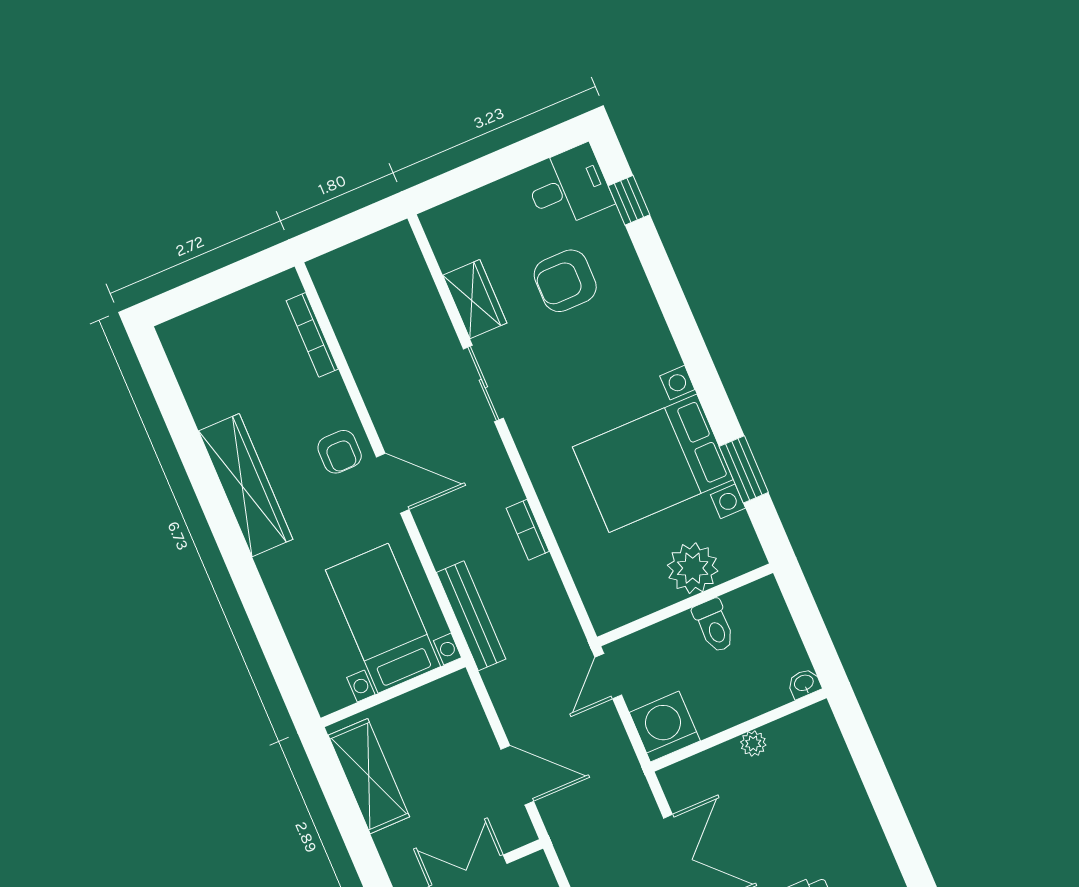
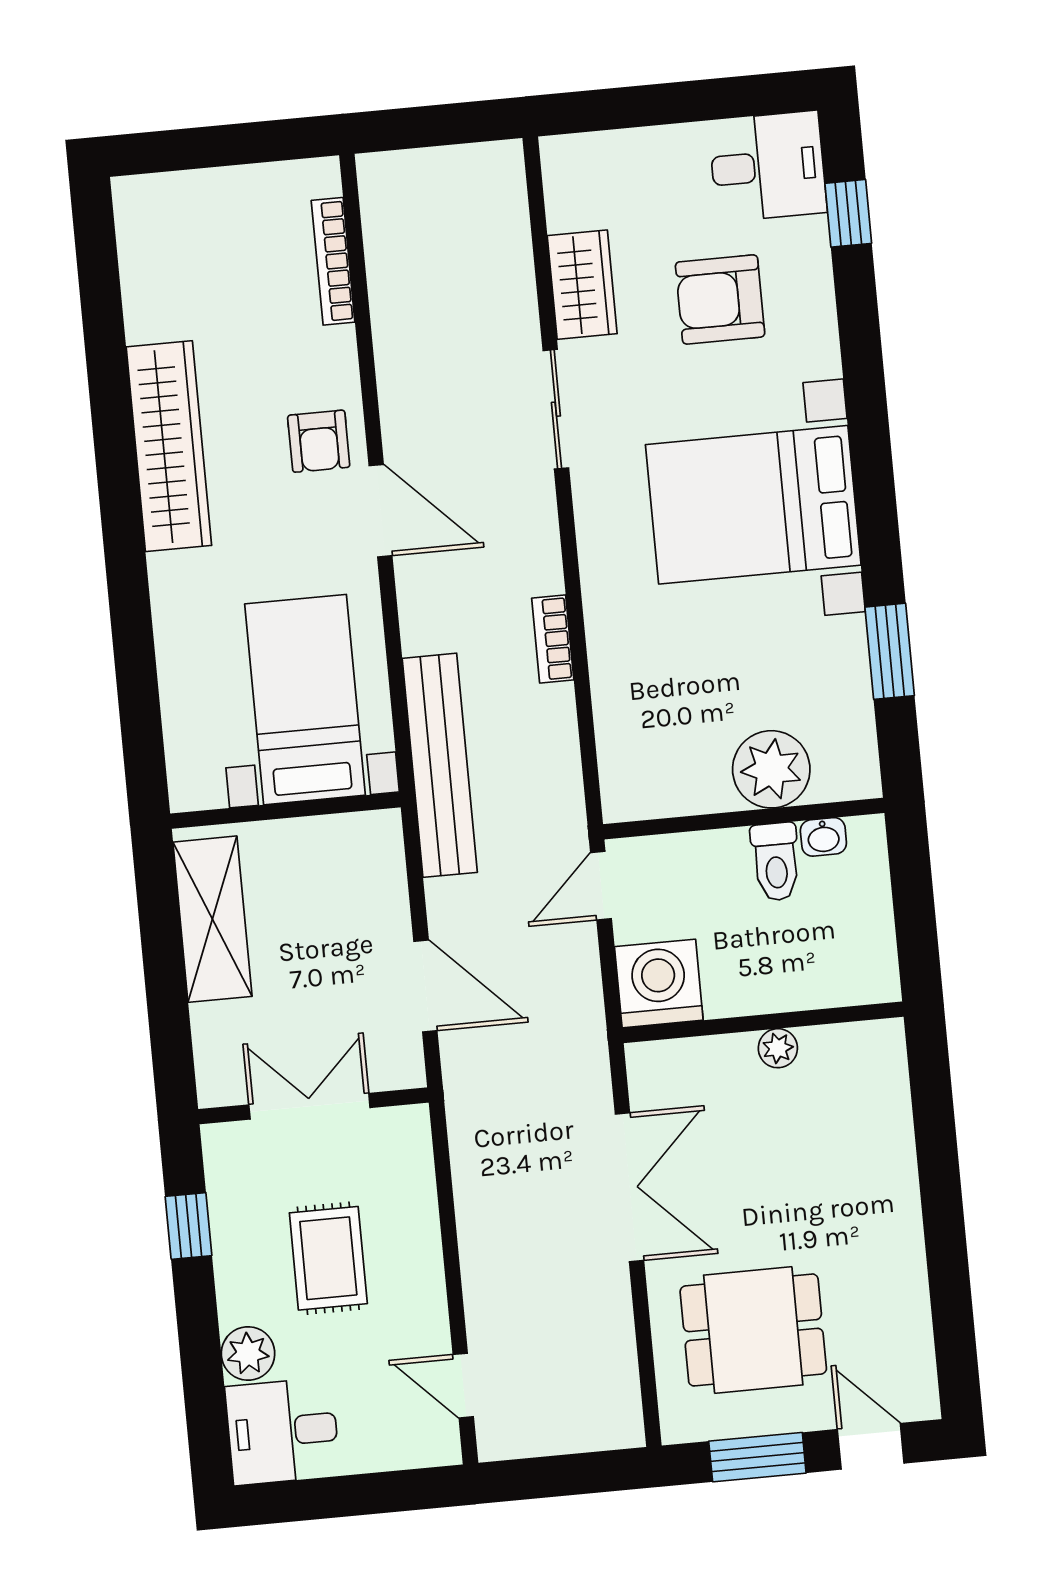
bed with nightstands: (653, 463) -> (753, 505), moved
bench: (471, 616) -> (440, 765), width x1.37, depth x1.21
washbasin: (804, 683) -> (823, 837), moved, turned 180

